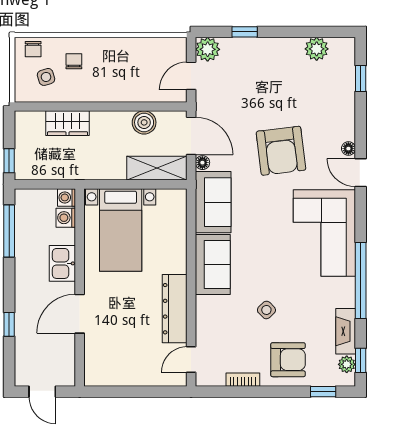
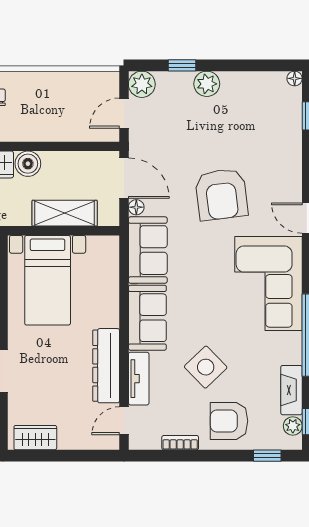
plant: (317, 49) -> (207, 84), moved
boiler: (144, 122) -> (28, 164), moved
floor lamp: (348, 149) -> (295, 78), moved
shelving: (157, 168) -> (65, 213), moved
side table: (266, 310) -> (206, 367), width x1.87, depth x1.87
tv unit: (205, 321) -> (139, 379), added
armchair: (288, 360) -> (229, 421), turned 180
wardrobe: (109, 375) -> (35, 438), added

